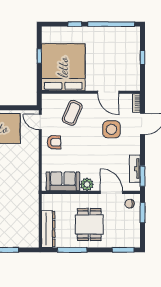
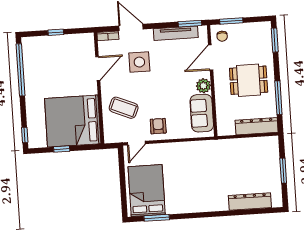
window: (75, 24) -> (25, 135), moved
tv unit: (135, 169) -> (176, 33), width x1.41

